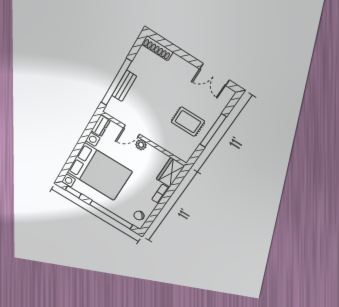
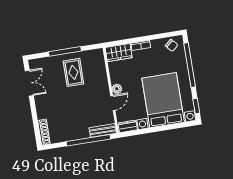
bench: (124, 86) -> (103, 130), moved
door: (132, 131) -> (113, 103), hinge flipped

